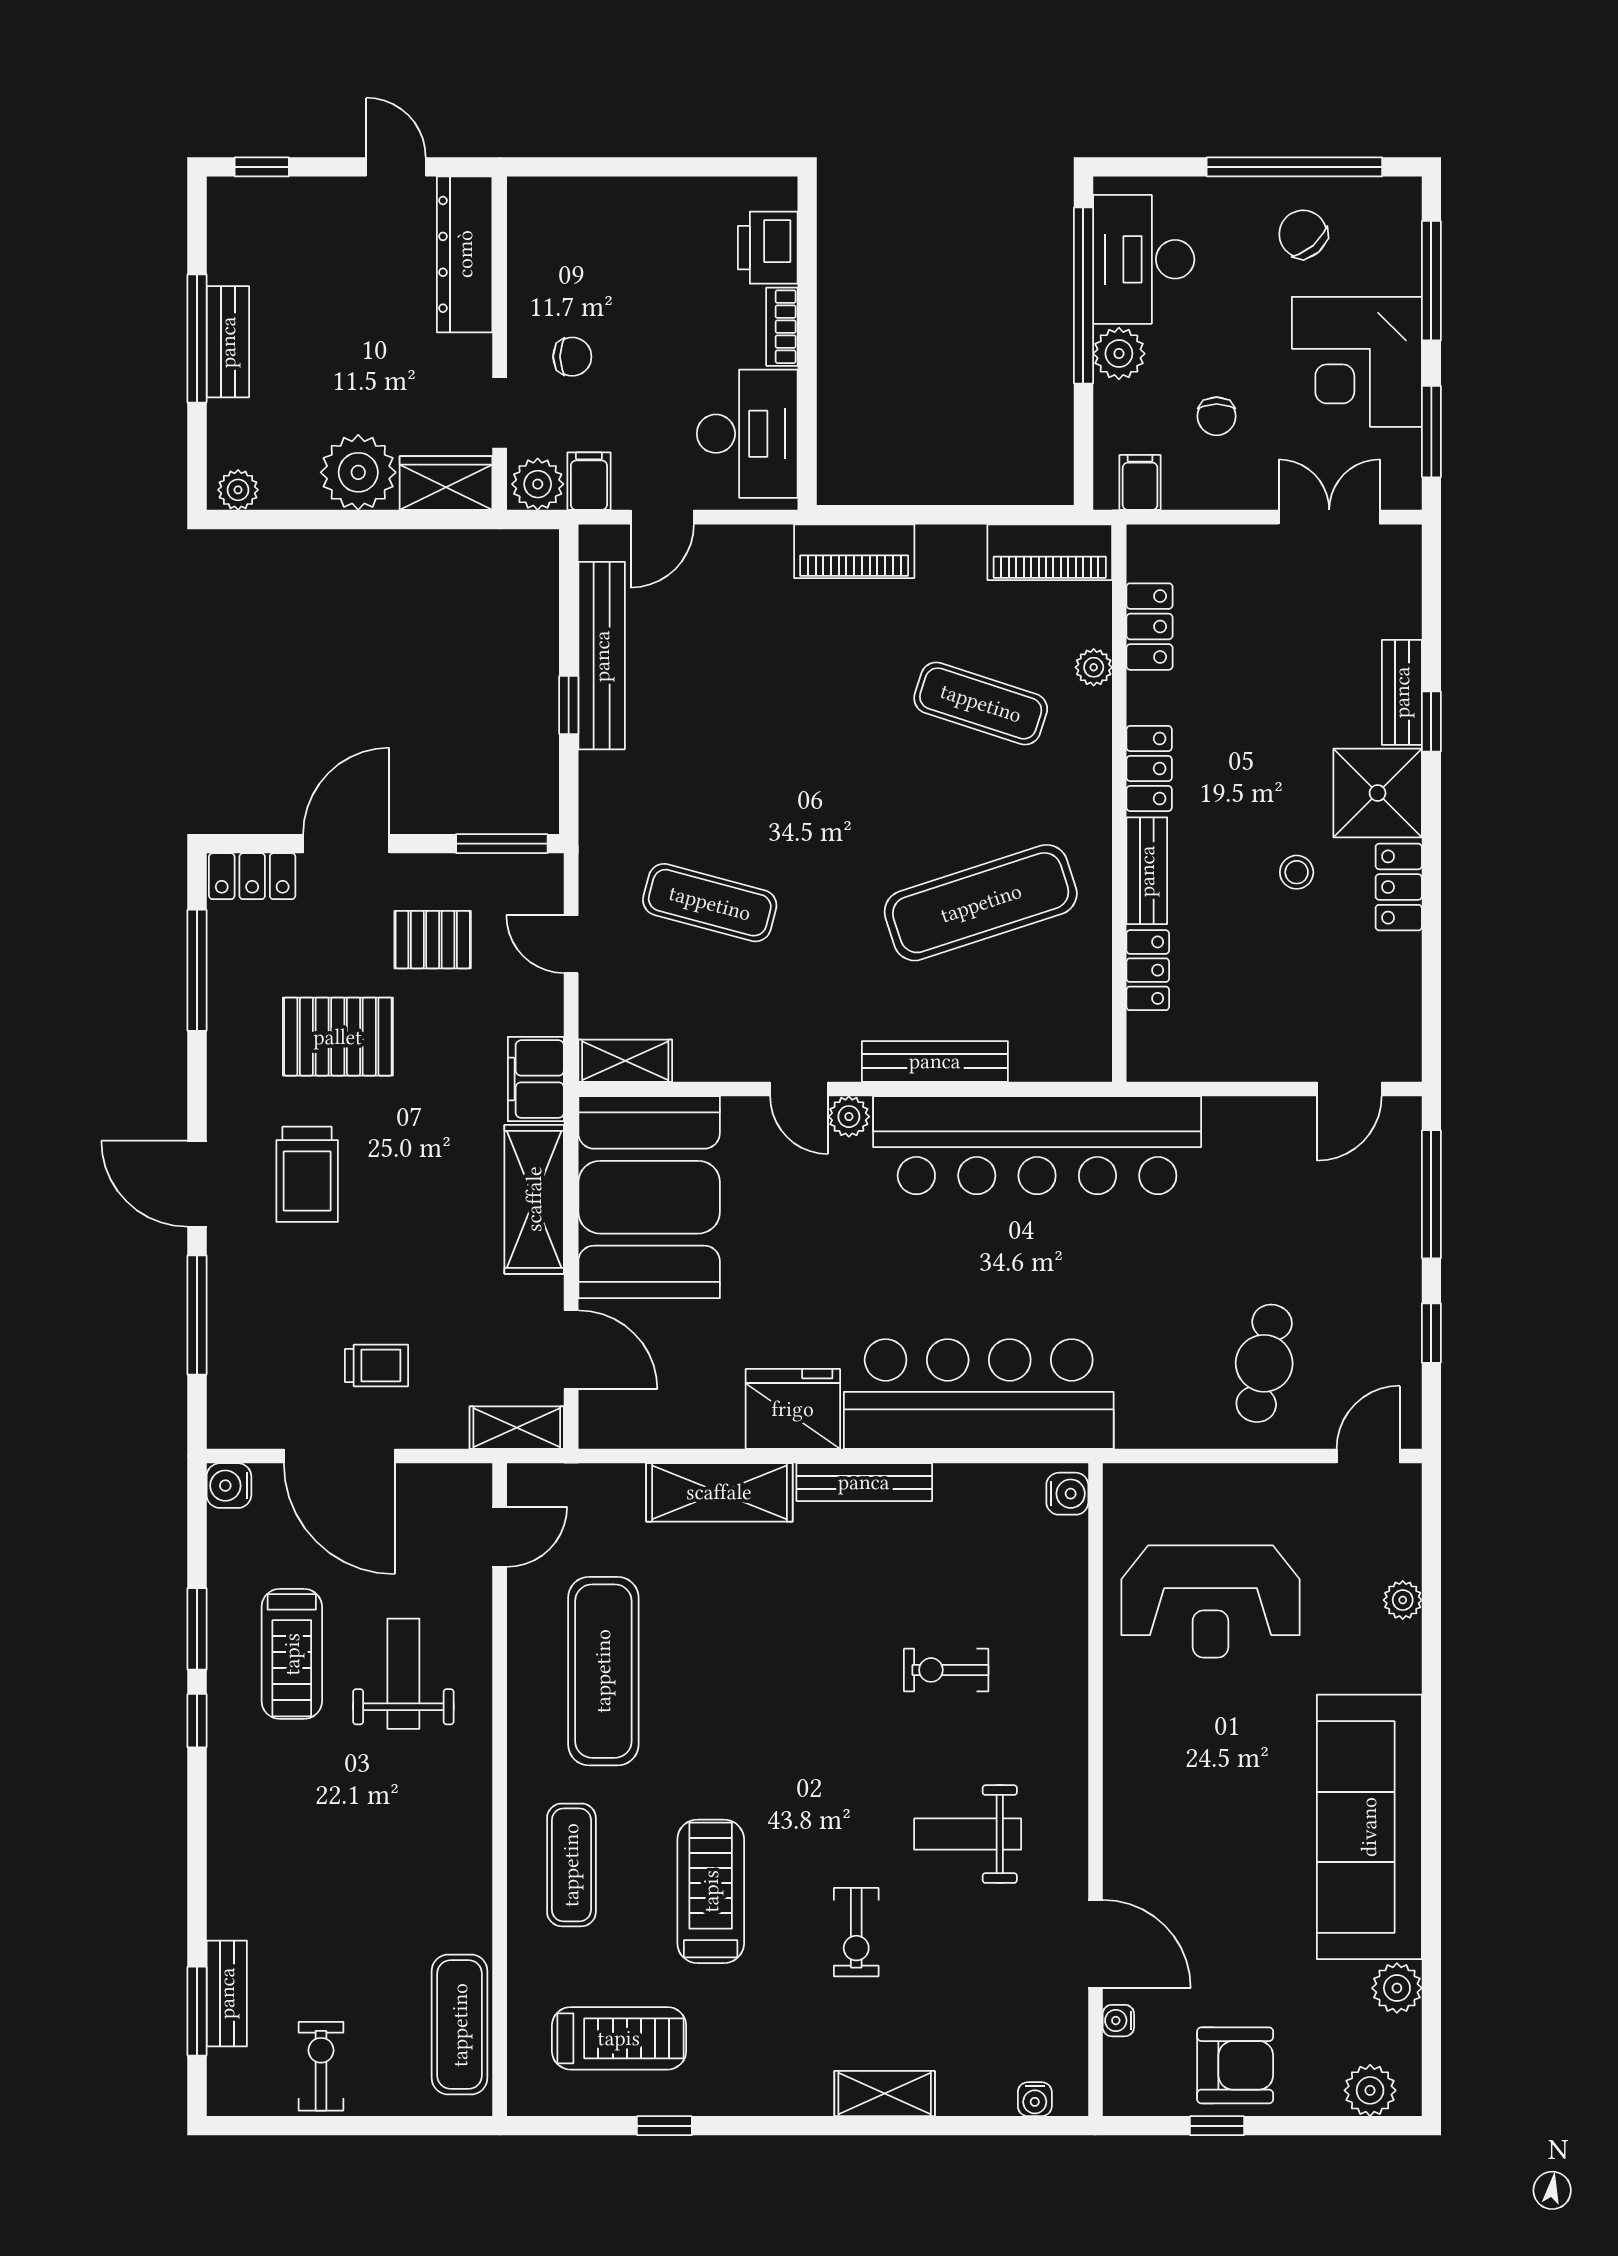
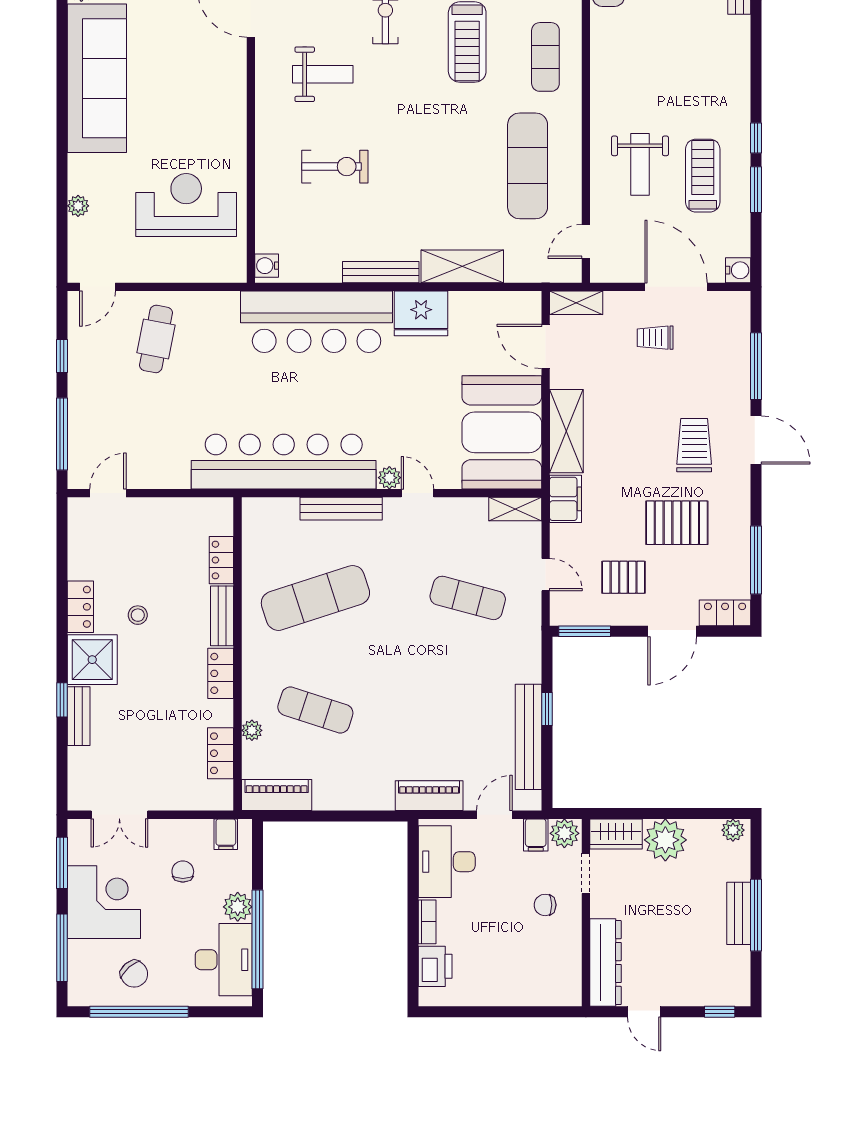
piano: (854, 551) -> (429, 796), moved
exercise bike: (946, 1670) -> (335, 167), width x1.38, depth x1.39

